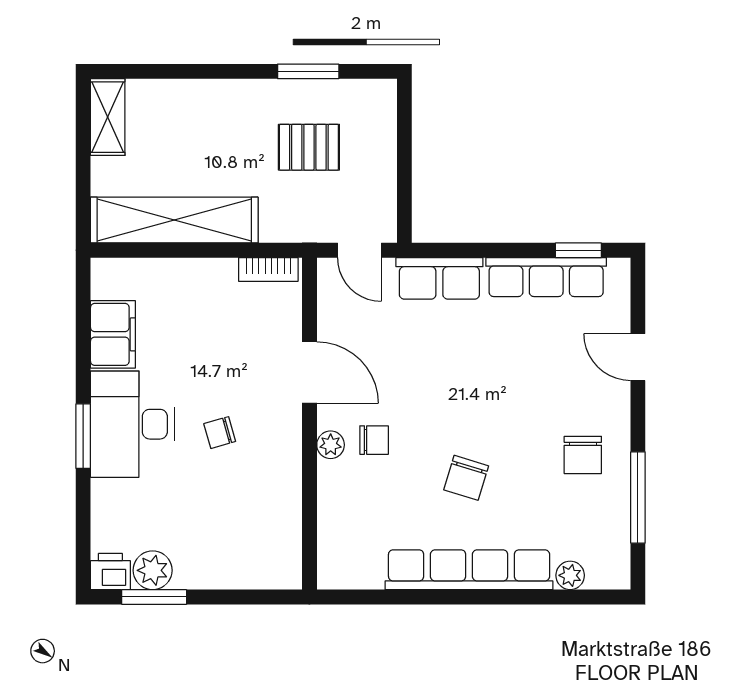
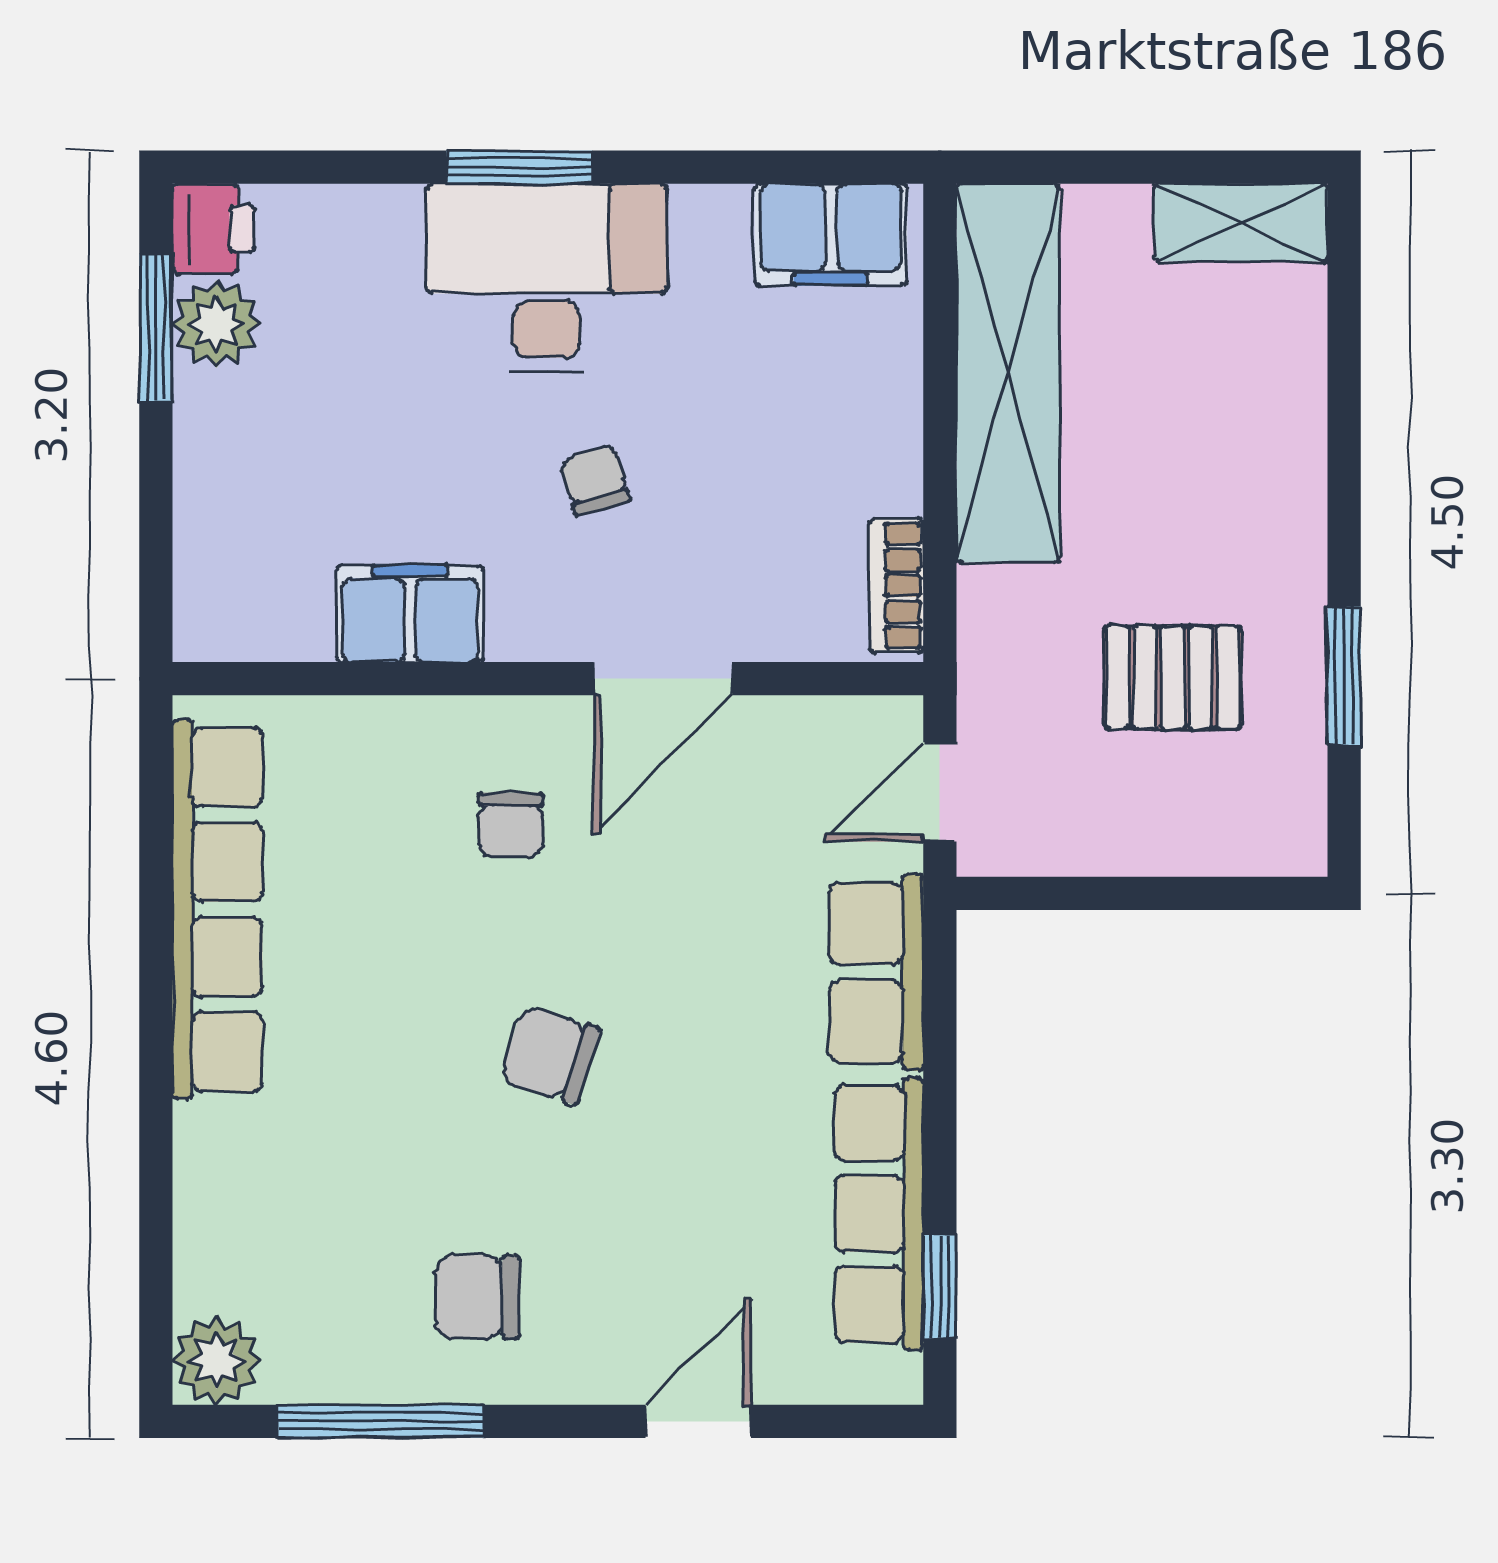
pallet: (309, 147) -> (1173, 677), turned 90
filing cabinet: (113, 334) -> (831, 235), moved
chair: (220, 433) -> (595, 480), moved
plant: (331, 445) -> (500, 726), removed
chair: (466, 478) -> (550, 1055), moved
filing cabinet: (281, 485) -> (410, 614), added
row of seats: (469, 570) -> (217, 909), moved
plant: (570, 575) -> (217, 1361), moved, width x1.38, depth x1.38

